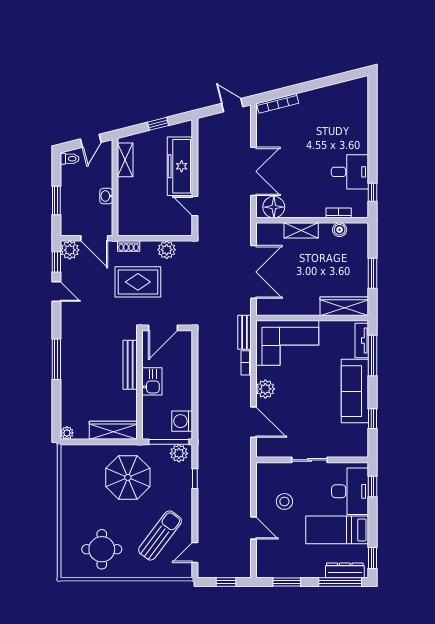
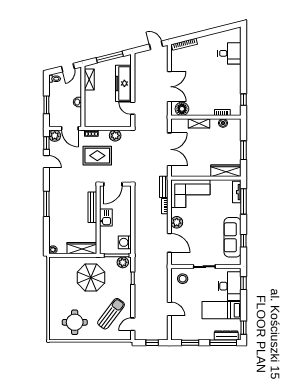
window: (158, 124) -> (110, 57), width x2.17
desk: (350, 172) -> (229, 53), moved
sofa: (355, 391) -> (233, 237), moved
stool: (284, 501) -> (183, 279), moved

